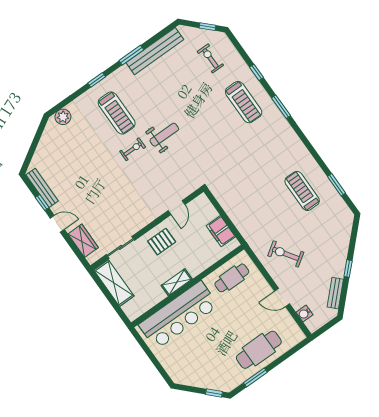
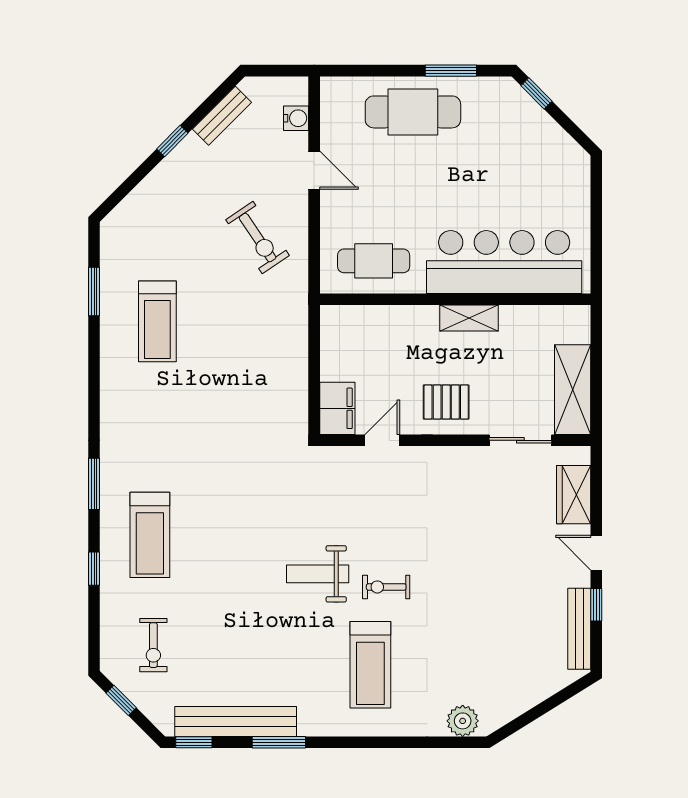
window: (97, 80) -> (194, 742), moved
treadmill: (244, 102) -> (150, 535), turned 180
treadmill: (117, 113) -> (370, 665), turned 180
filing cabinet: (221, 231) -> (337, 408), moved

